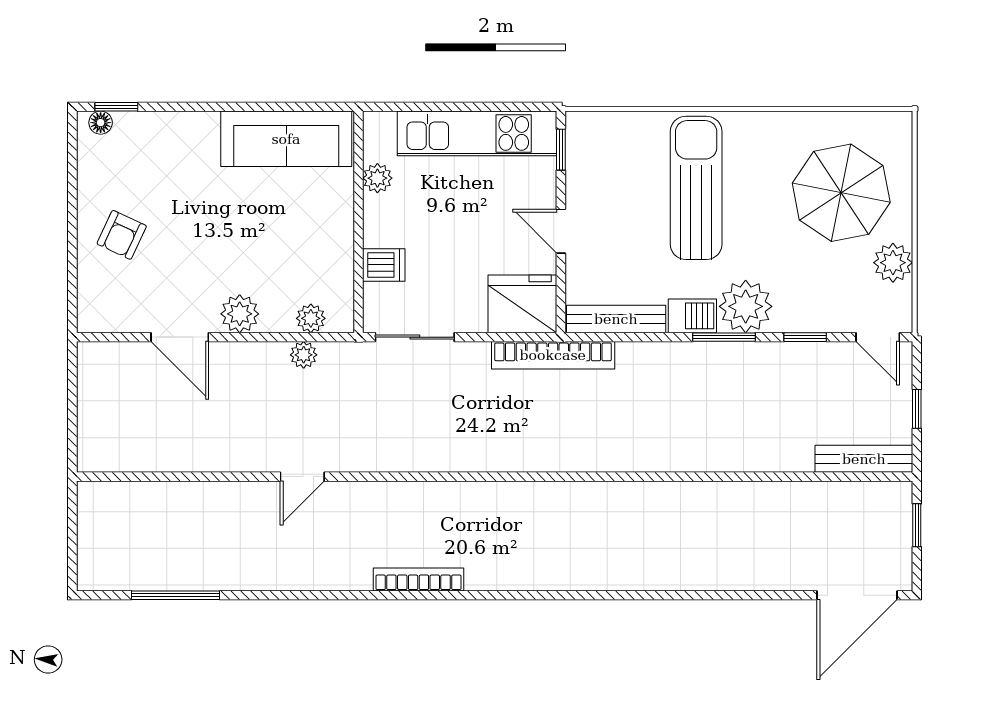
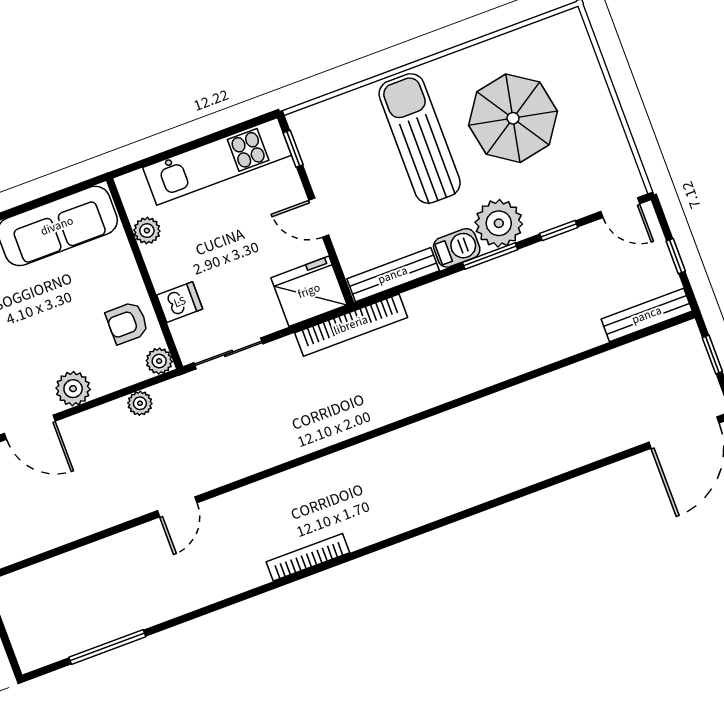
parasol: (841, 193) -> (513, 118), moved
plant: (893, 263) -> (610, 140), removed
armchair: (321, 266) -> (127, 323), added
plant: (311, 318) -> (159, 361), moved

